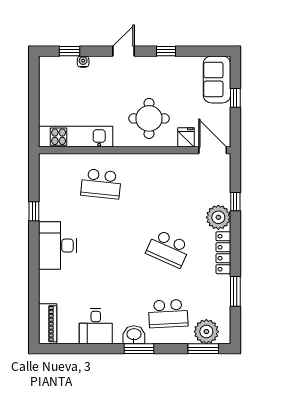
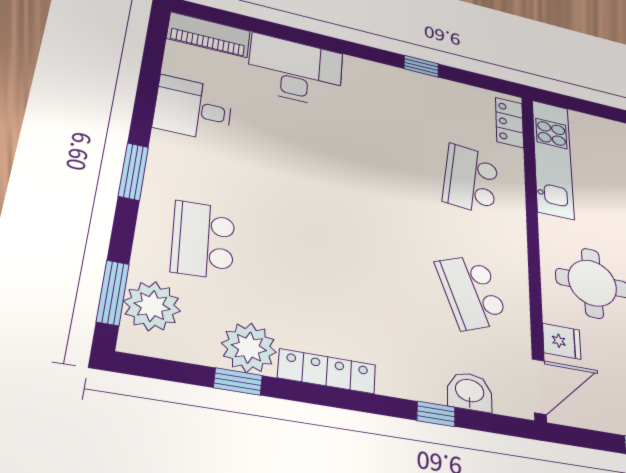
locker: (58, 161) -> (509, 123), added
plant: (218, 217) -> (249, 348), moved
desk: (57, 246) -> (295, 71), moved
school desk: (168, 249) -> (472, 292), moved, turned -45
window: (235, 291) -> (238, 382), width x0.67
washbasin: (134, 335) -> (470, 392), moved, turned -90

